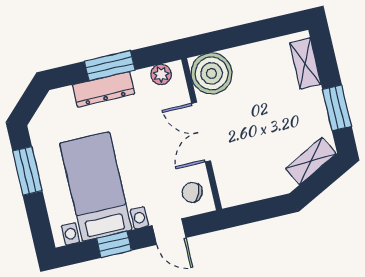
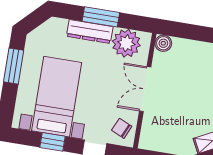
boiler: (212, 73) -> (163, 43), width x0.54, depth x0.54
plant: (161, 74) -> (126, 43), width x1.88, depth x1.88

